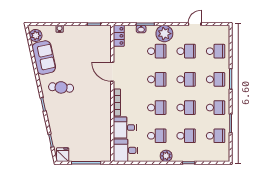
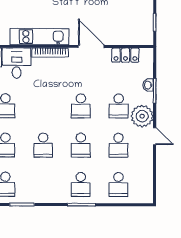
door: (195, 24) -> (155, 136), moved
locker: (119, 36) -> (125, 55), moved
door: (112, 72) -> (91, 46), hinge flipped
school desk: (157, 108) -> (43, 106), removed
school desk: (216, 108) -> (43, 184), removed
kitchen unit: (105, 111) -> (39, 37), added

